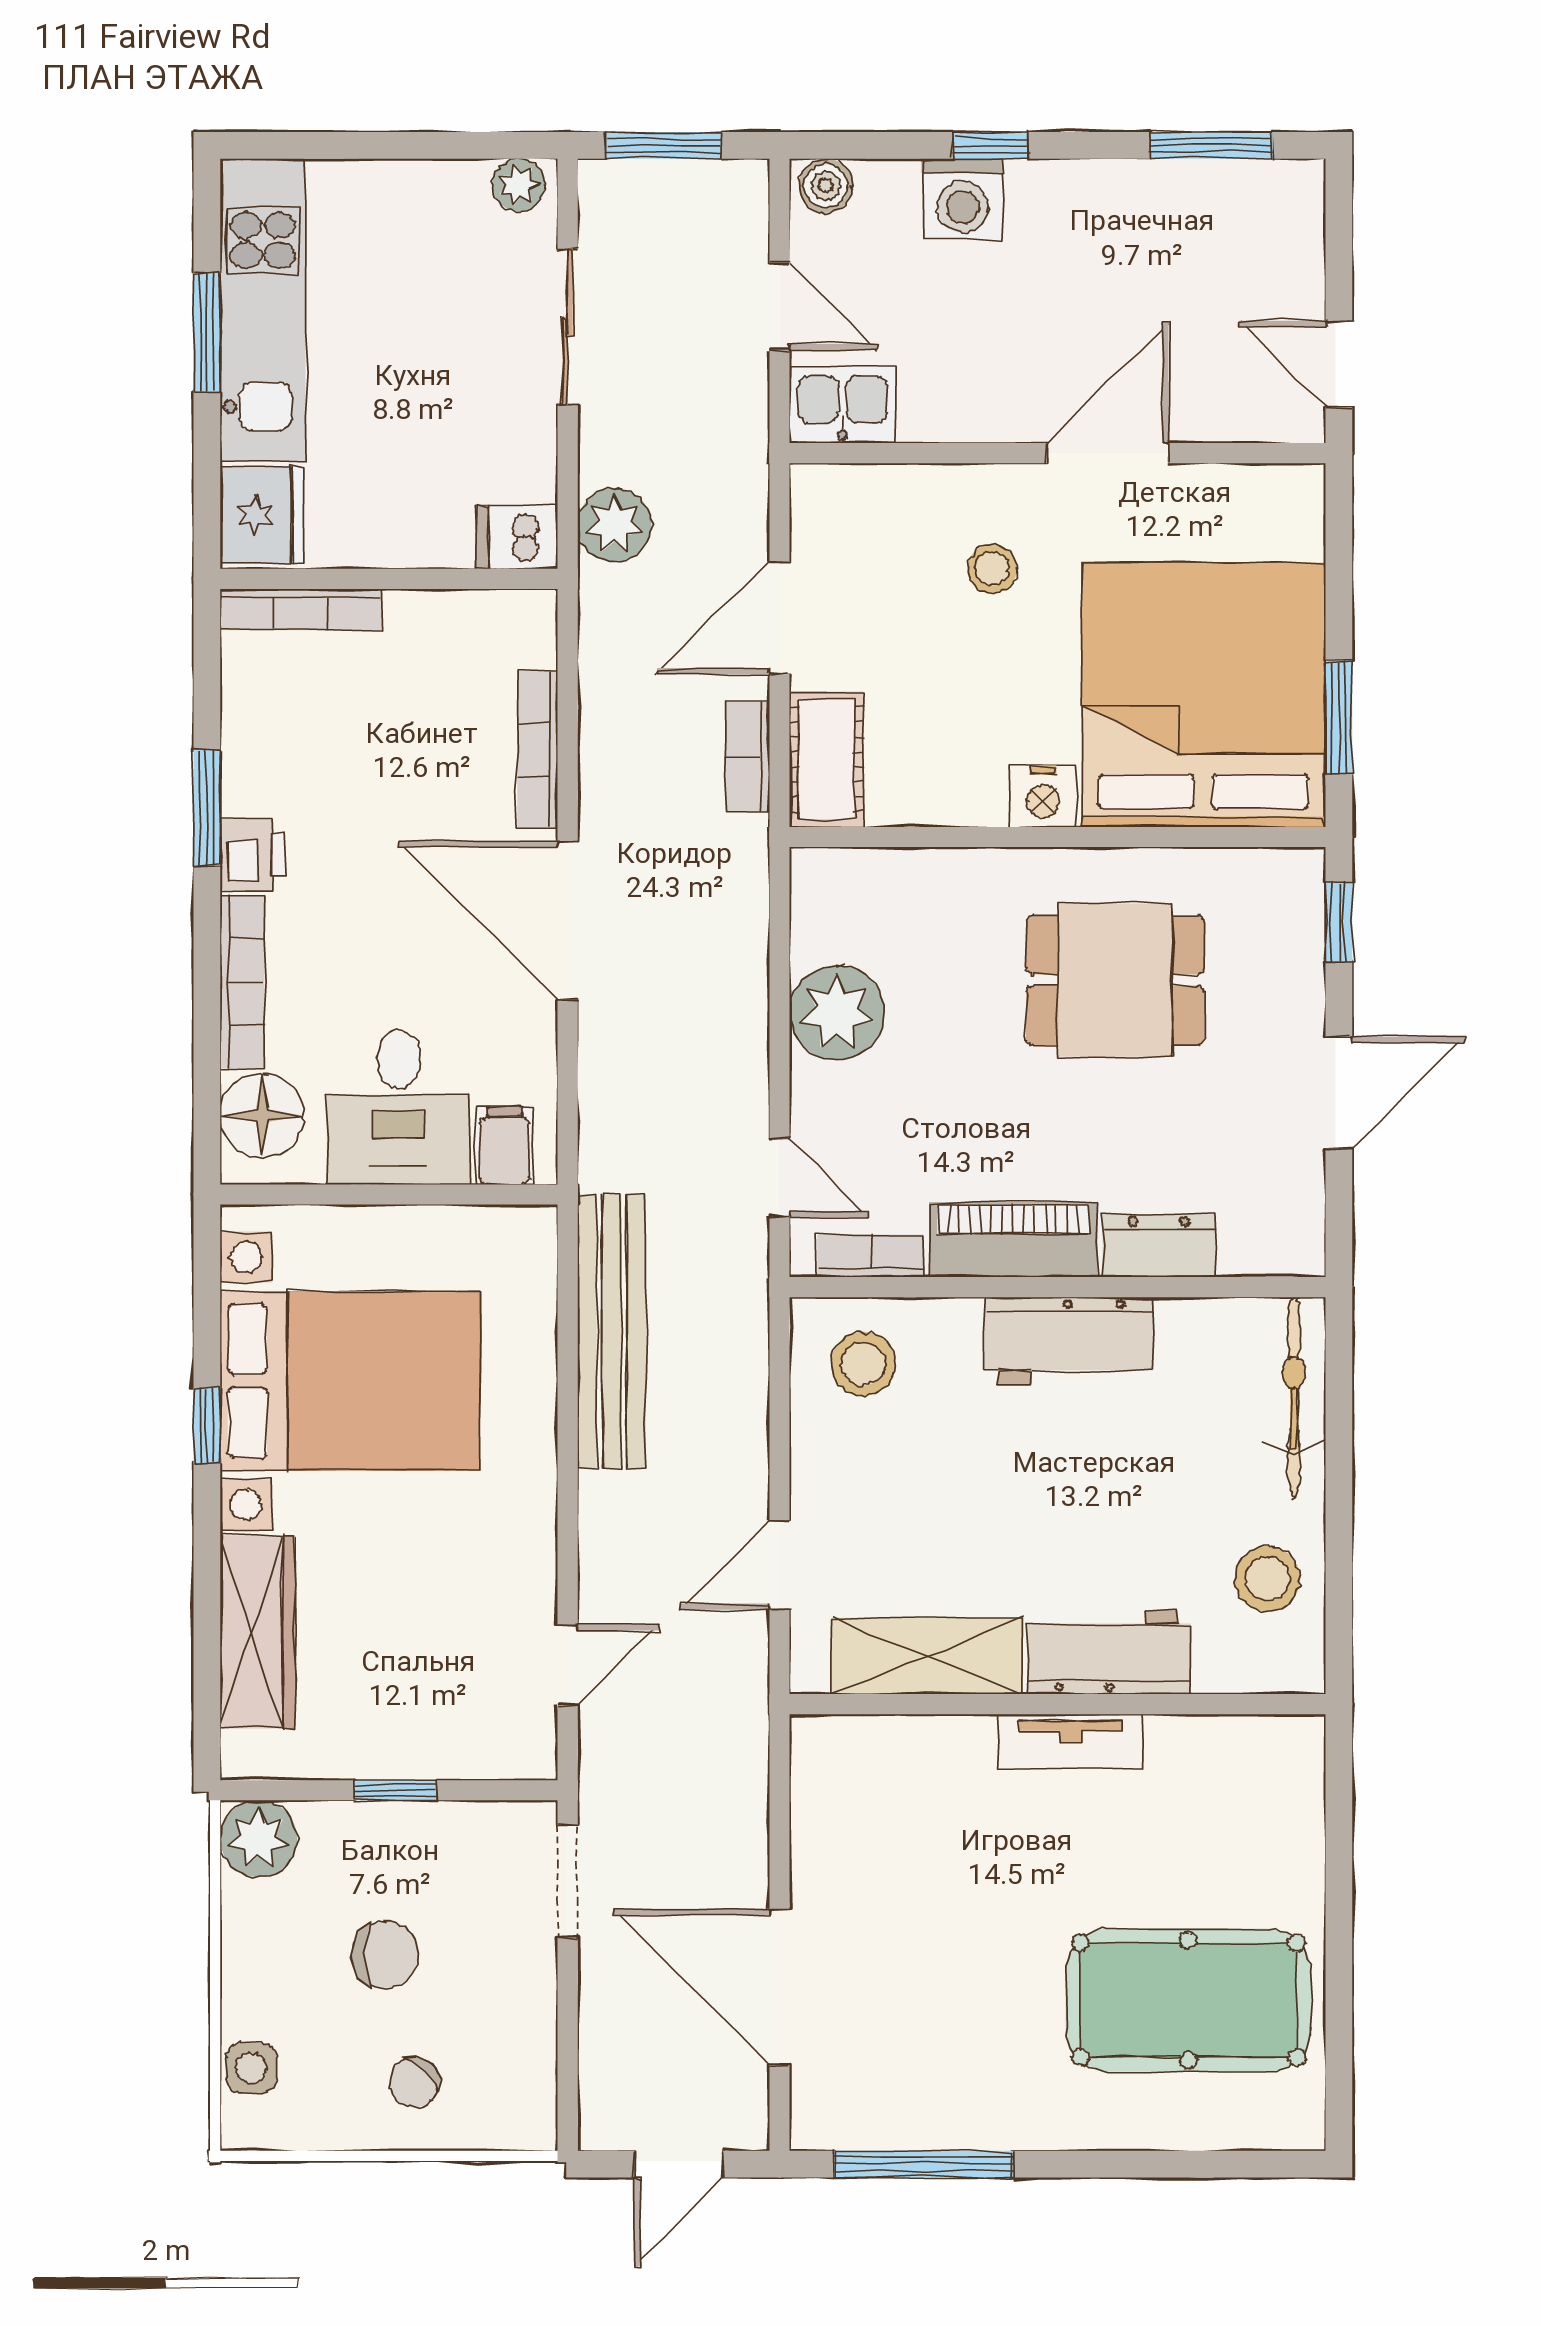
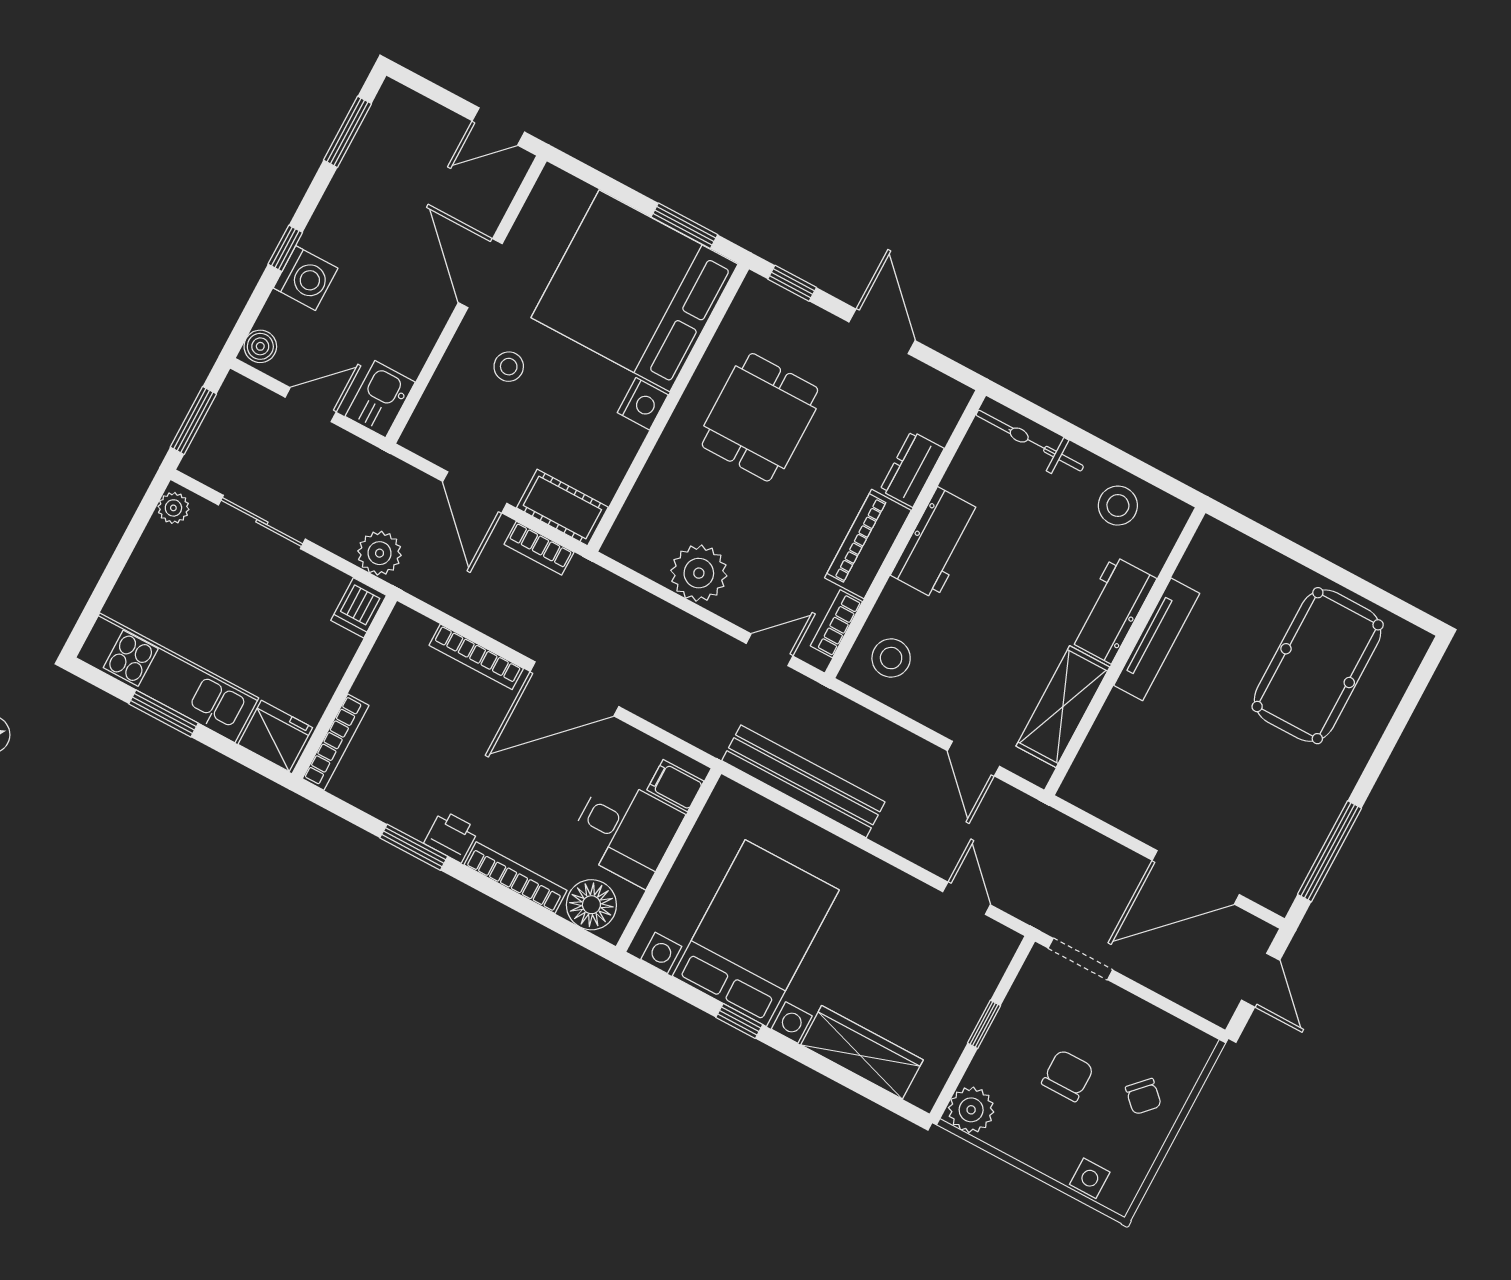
tv unit: (1071, 1742) -> (1157, 639), width x1.41

